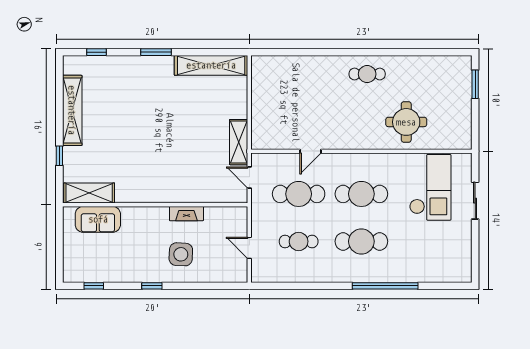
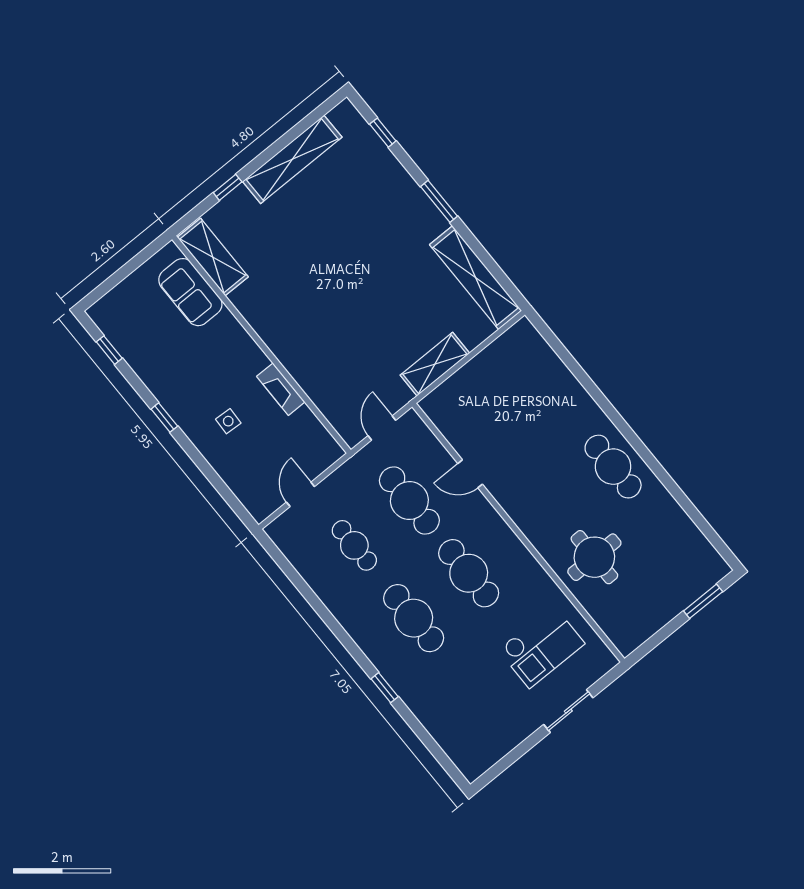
cafe table: (367, 74) -> (613, 467), width x1.37, depth x1.35
shelving: (239, 142) -> (435, 364), moved
checkout: (430, 187) -> (541, 647), width x0.73, depth x0.83
side table: (181, 254) -> (228, 421), width x0.54, depth x0.54
window: (385, 286) -> (385, 688), width x0.32

